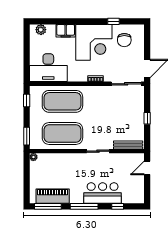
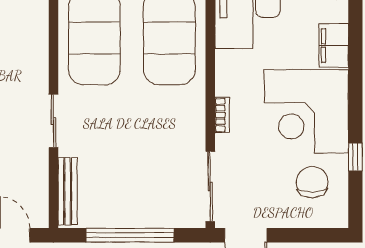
chair: (124, 40) -> (312, 182), turned 88
window: (147, 118) -> (130, 235), width x3.17

